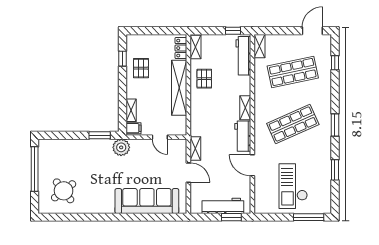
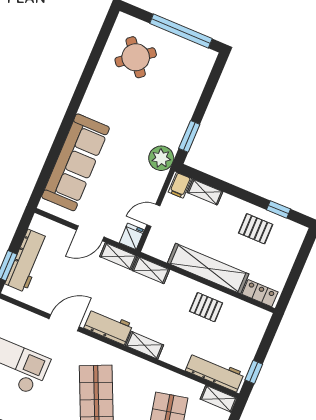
shelving: (195, 47) -> (151, 270), moved
fridge: (179, 145) -> (132, 236), added

